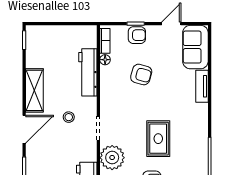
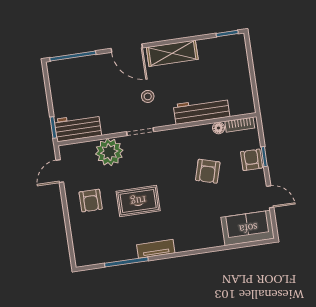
armchair: (137, 35) -> (251, 160), turned 180
tv unit: (202, 86) -> (156, 249), moved

